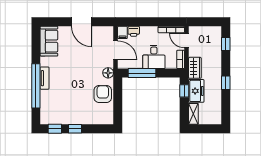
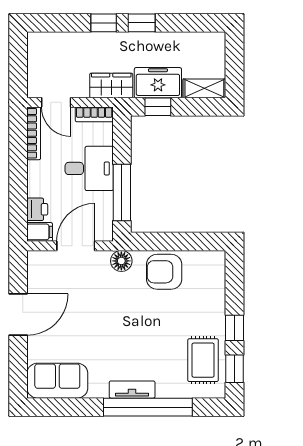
door: (187, 41) -> (56, 102), hinge flipped
window: (226, 44) -> (104, 23), moved
rug: (59, 113) -> (203, 360), added

